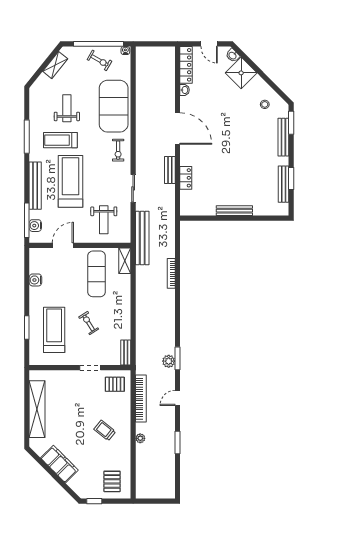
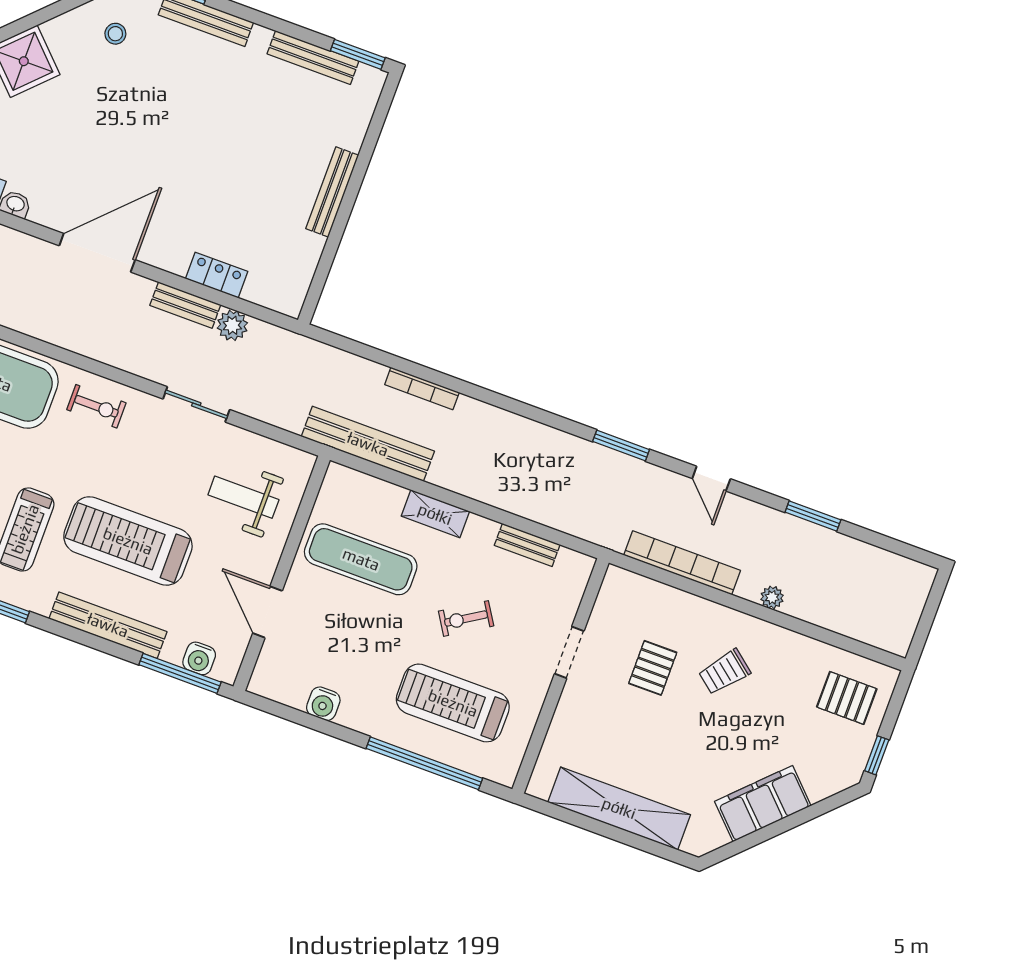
window: (291, 179) -> (358, 54), moved
weight bench: (104, 220) -> (243, 497), turned 180
bench: (142, 238) -> (368, 444), moved
shelving: (125, 261) -> (435, 514), moved
window: (27, 327) -> (424, 763), width x2.11
bench: (126, 353) -> (527, 545), moved
plant: (169, 361) -> (232, 325), moved
pallet: (115, 384) -> (653, 668), moved

